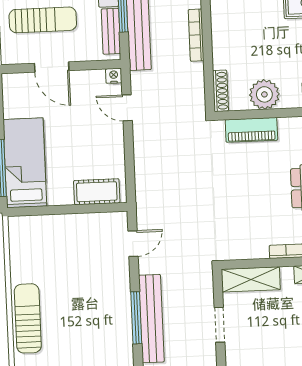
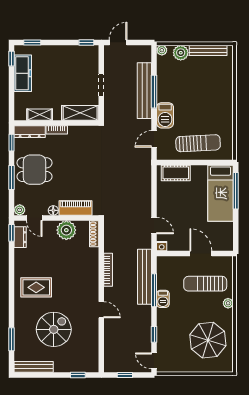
bench: (111, 31) -> (162, 275), removed
floor lamp: (286, 125) -> (53, 210), added
barbecue: (117, 281) -> (165, 115), added
sun lounger: (28, 318) -> (198, 143), moved, turned -93

